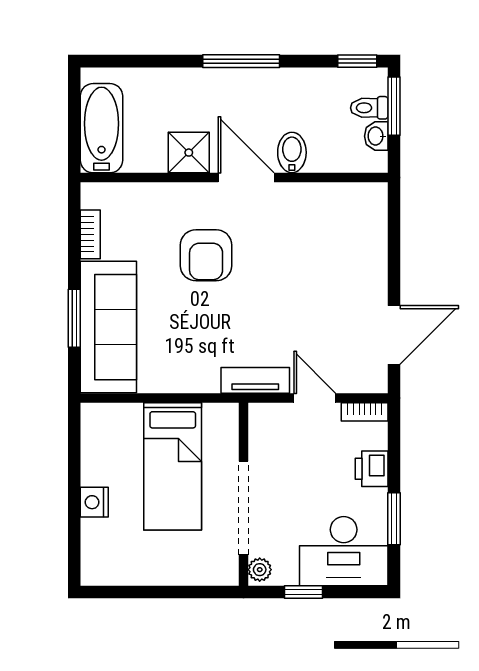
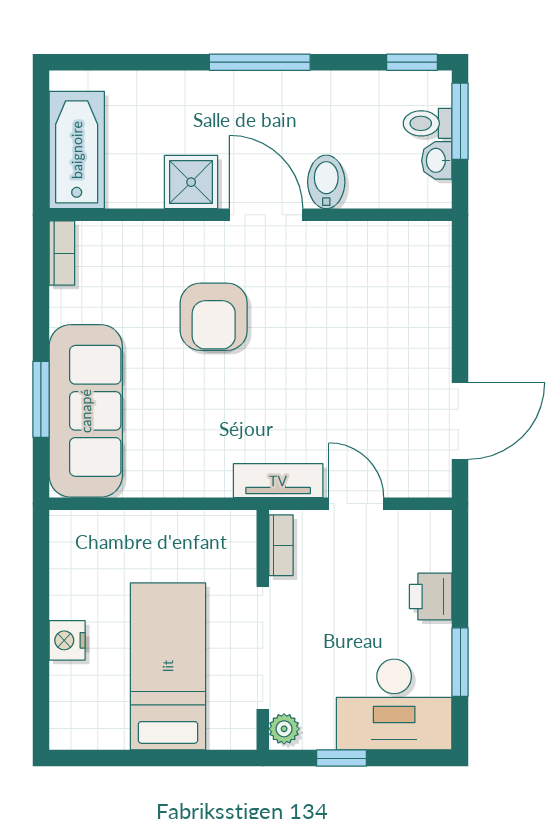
bookcase: (90, 234) -> (62, 253), moved
bookcase: (365, 412) -> (281, 545), moved, turned -90
bed: (173, 466) -> (168, 666), moved, turned 180

